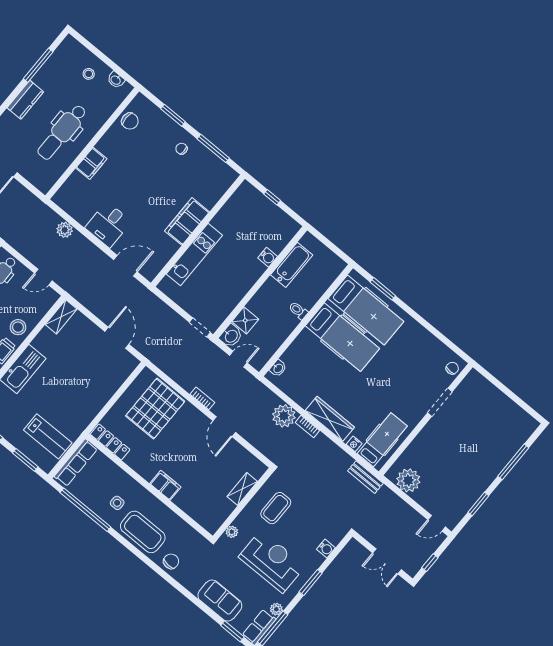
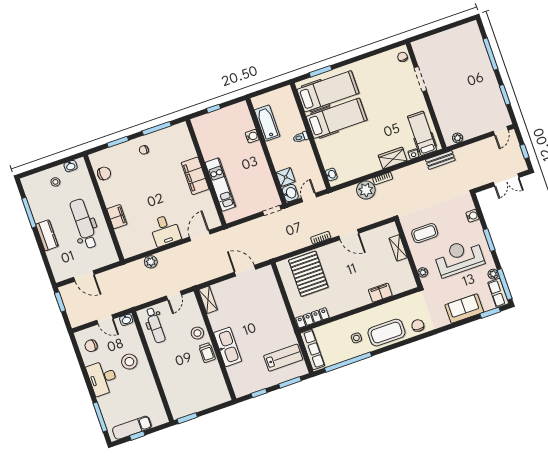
dental chair: (62, 132) -> (84, 224), turned 180
wardrobe: (330, 419) -> (393, 158), width x0.67
plant: (408, 480) -> (458, 138), width x0.53, depth x0.53
filing cabinet: (165, 485) -> (380, 293), moved
coffee table: (276, 508) -> (425, 233), turned 90

